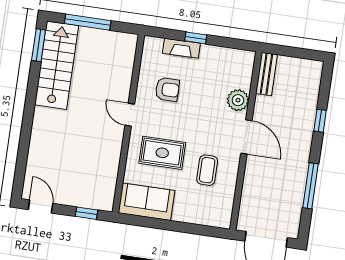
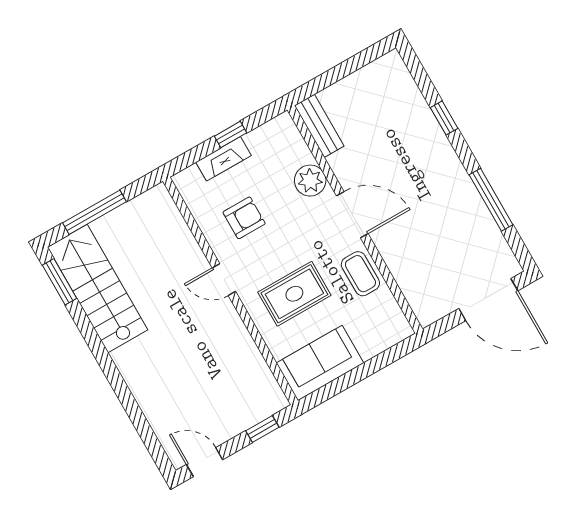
bench: (266, 74) -> (319, 126), moved
plant: (238, 100) -> (310, 181), moved
door: (246, 137) -> (352, 215), moved
wall: (246, 141) -> (355, 219), moved

